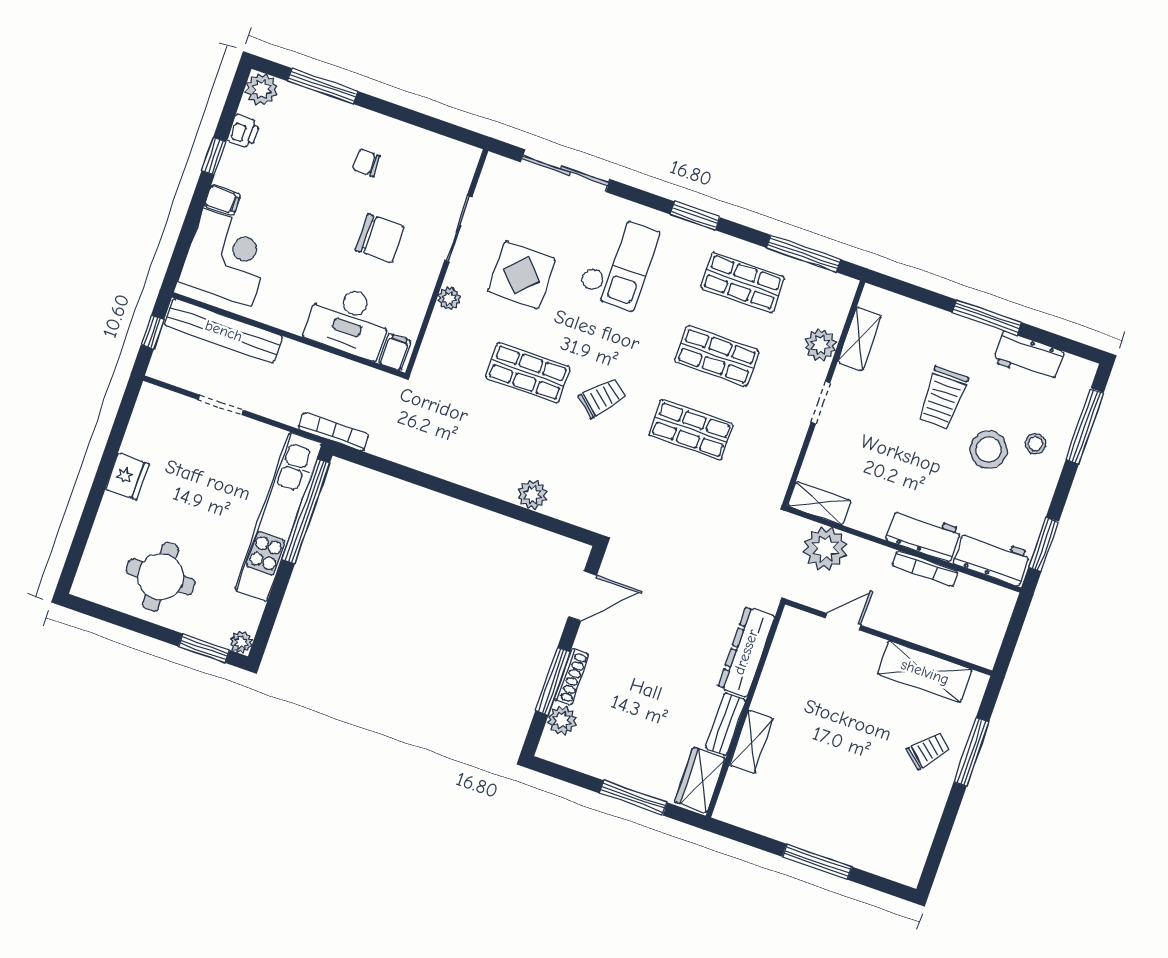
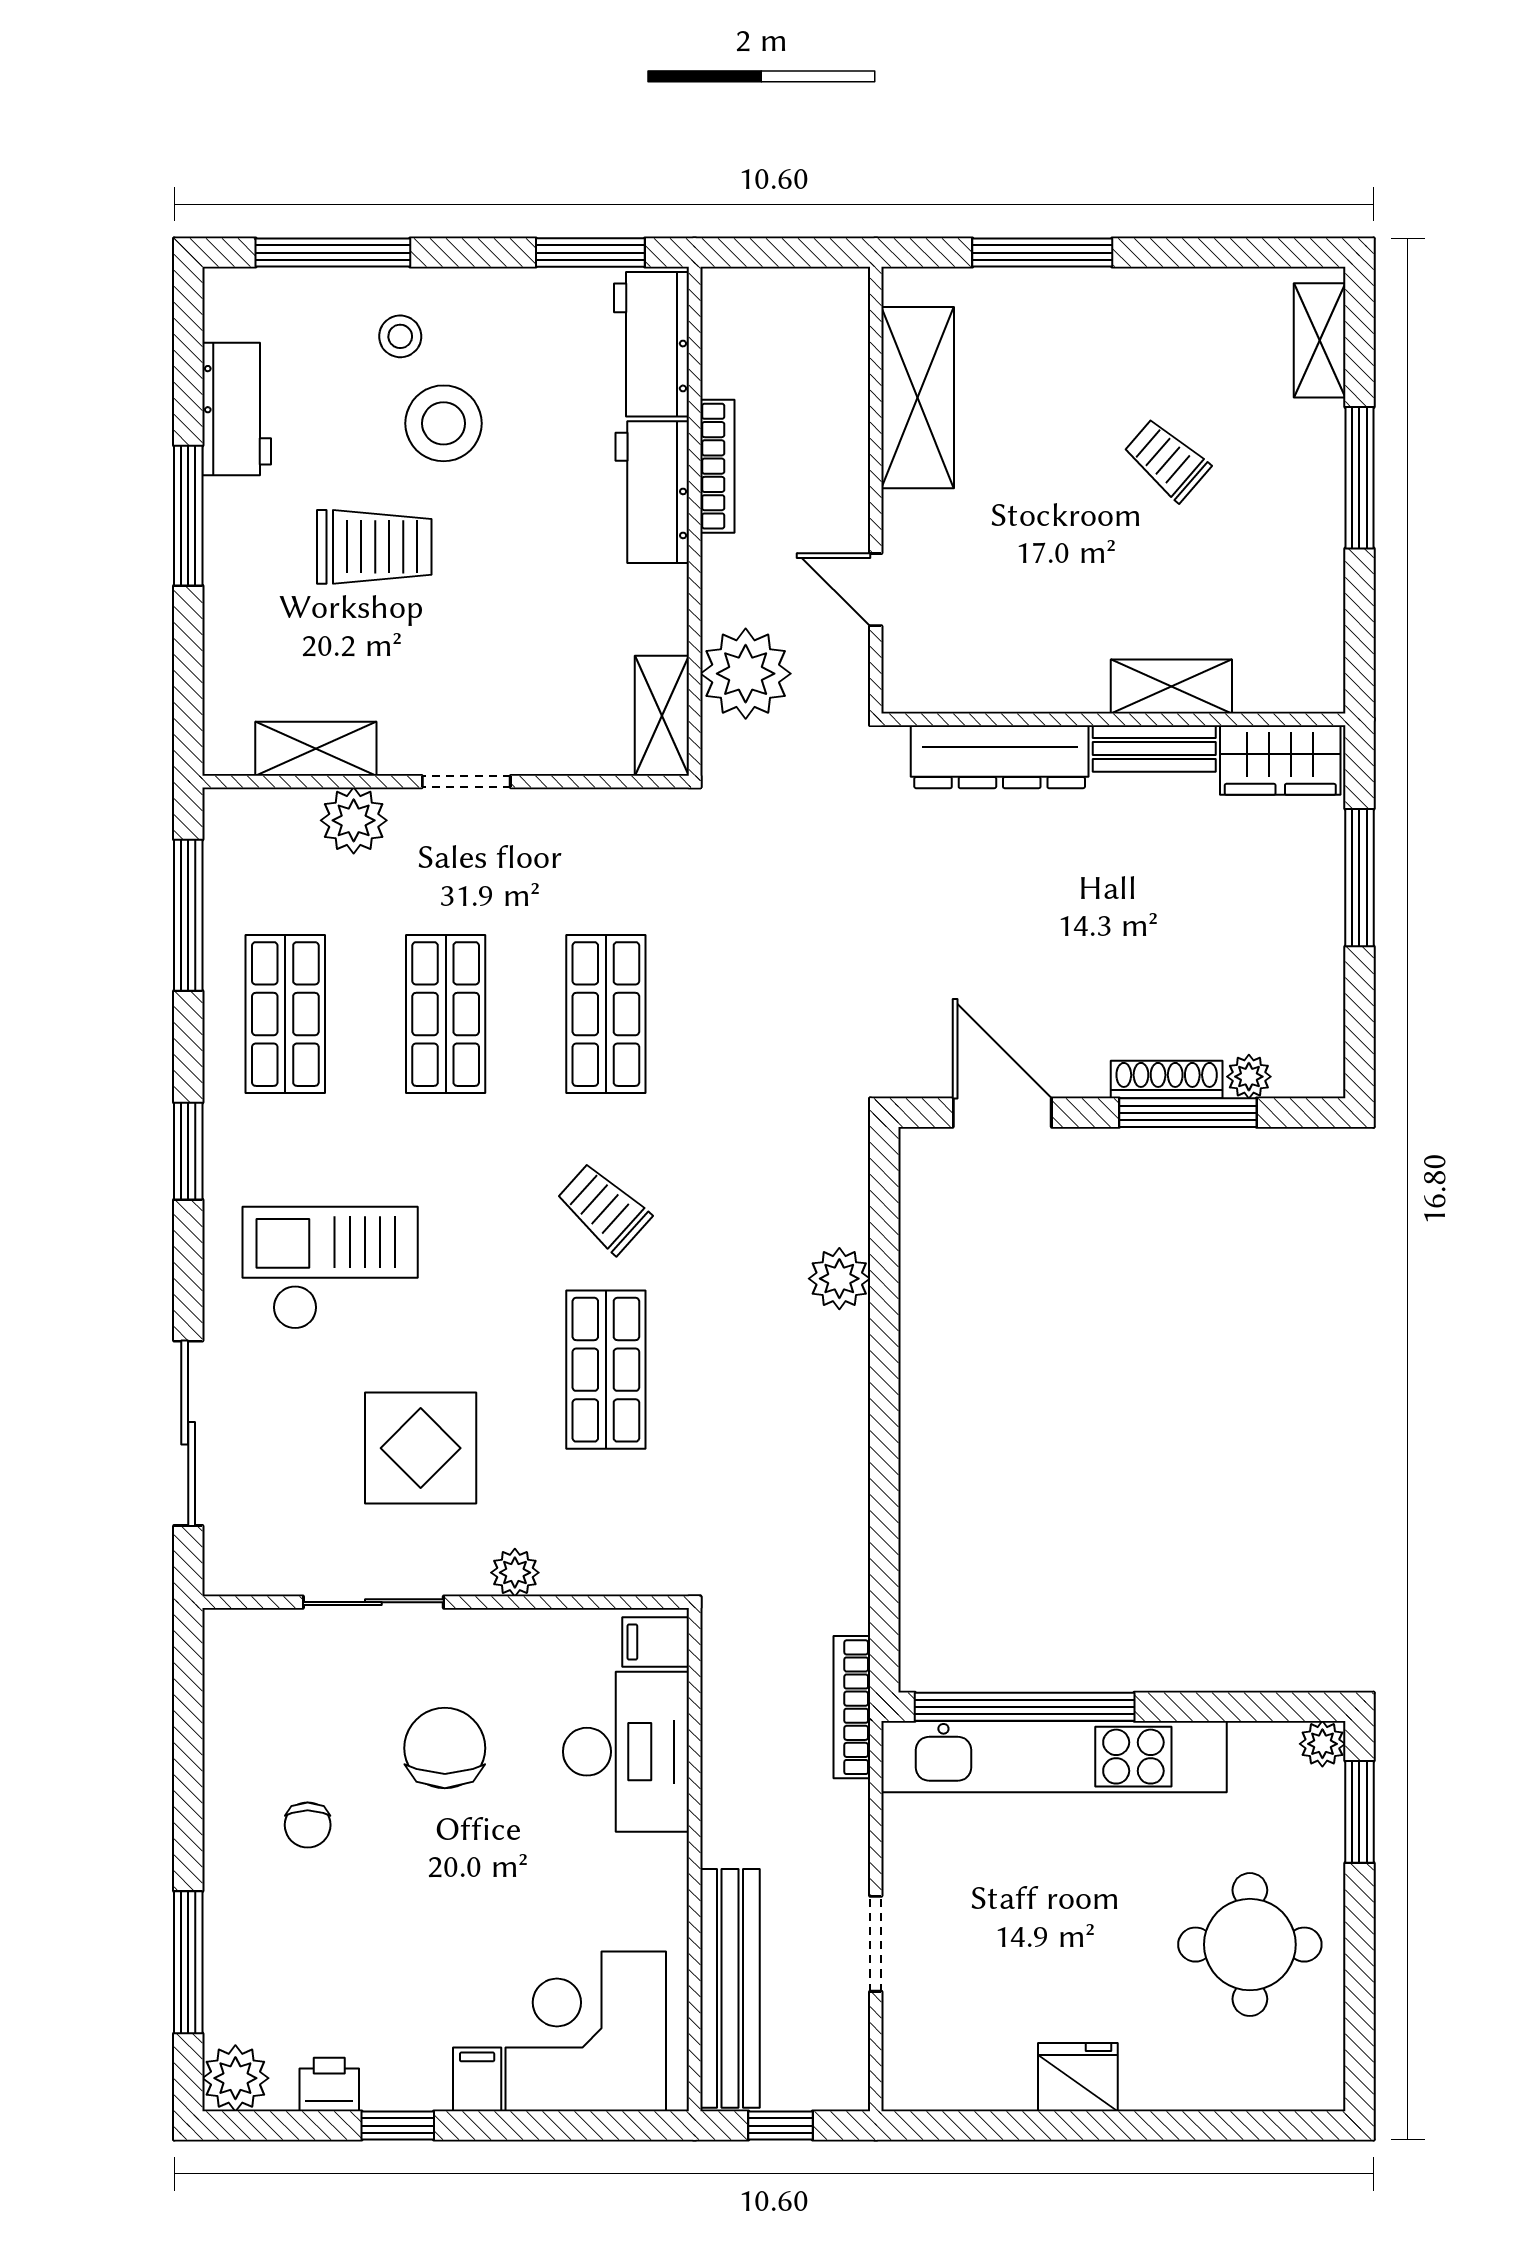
plant: (562, 720) -> (1249, 1077), width x0.73, depth x0.73
trolley: (928, 750) -> (1167, 460), moved
shelving: (887, 865) -> (1320, 340), added

